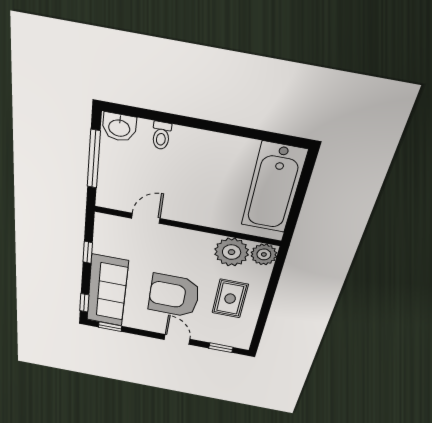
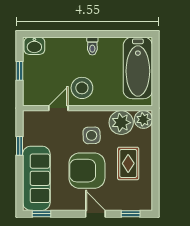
toilet: (161, 136) -> (92, 46), moved
window: (94, 159) -> (20, 71), width x0.46
stool: (184, 199) -> (82, 88), added
side table: (187, 259) -> (92, 135), added
window: (84, 303) -> (20, 194), removed

